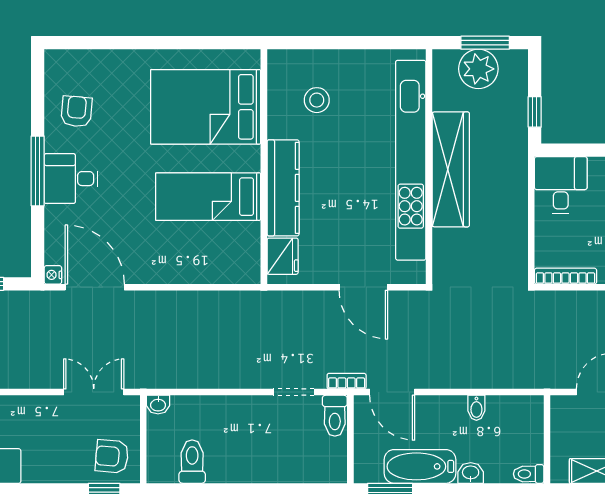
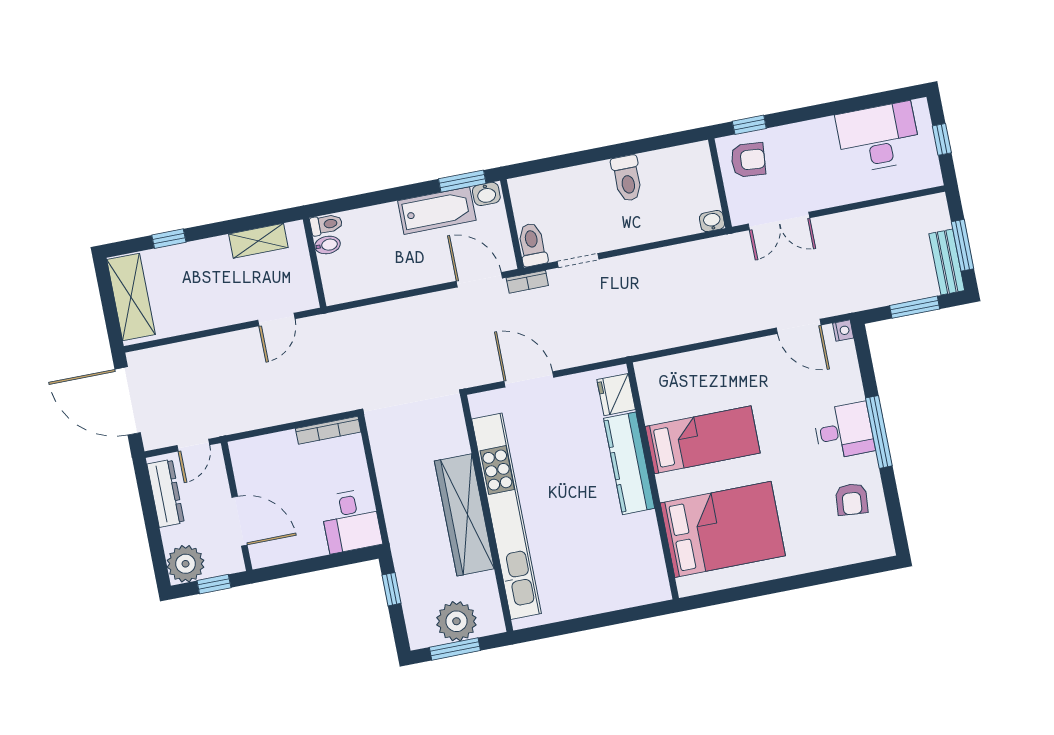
stool: (317, 100) -> (613, 558), removed
door: (95, 287) -> (799, 326), width x0.73
bidet: (476, 408) -> (327, 245), moved, turned 90
toilet: (192, 462) -> (627, 178), moved
washbasin: (471, 473) -> (486, 194), moved

